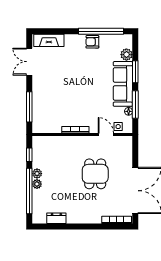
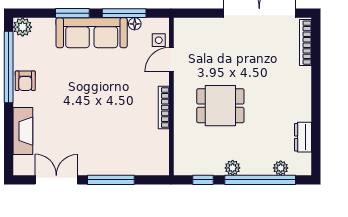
fireplace: (49, 40) -> (23, 131), moved
plant: (126, 55) -> (23, 27), moved
double door: (29, 62) -> (56, 180), swing flipped
window: (29, 107) -> (111, 180), moved
dining table: (95, 174) -> (220, 106), moved
plant: (37, 184) -> (281, 168), moved

